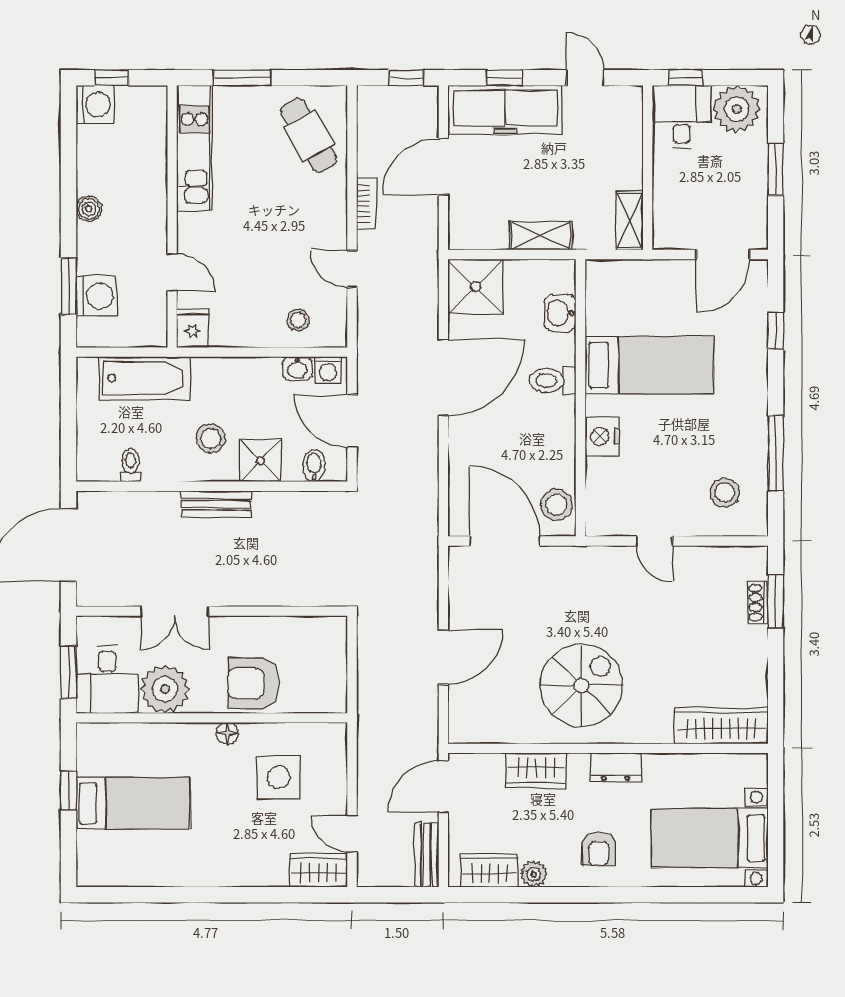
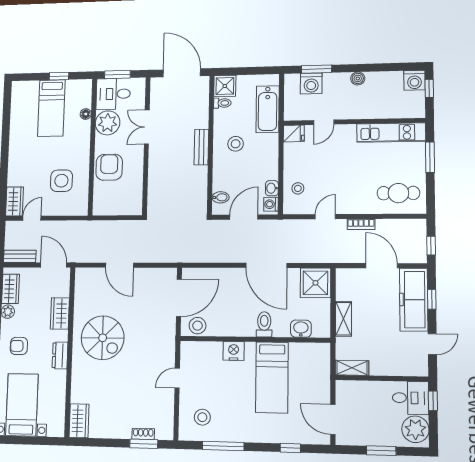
cafe table: (309, 135) -> (398, 193), turned 30
shower: (260, 461) -> (225, 86), moved
wardrobe: (721, 726) -> (79, 421), width x0.67
floor lamp: (227, 733) -> (86, 114), moved

